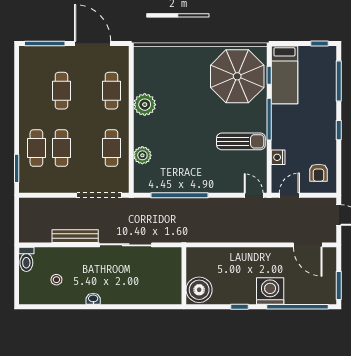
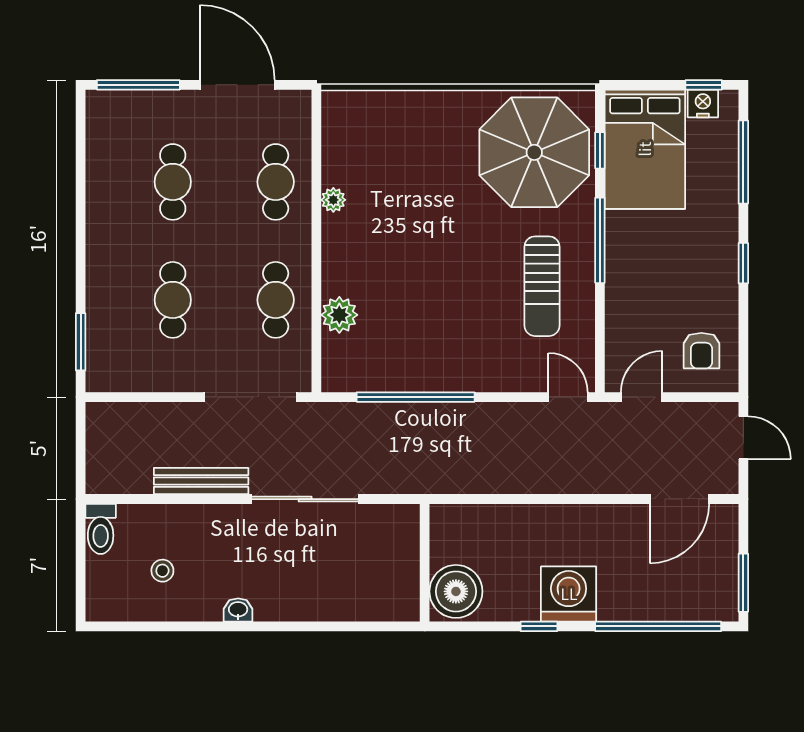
bed: (284, 75) -> (645, 149), width x1.50
plant: (145, 105) -> (333, 200), width x0.53, depth x0.53
sun lounger: (241, 141) -> (542, 286), turned 90
cafe table: (36, 148) -> (121, 300), removed
nightstand: (278, 157) -> (703, 104), moved, turned 90
door: (308, 245) -> (679, 499), hinge flipped
washing machine: (270, 291) -> (569, 594), moved

